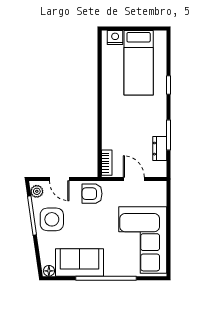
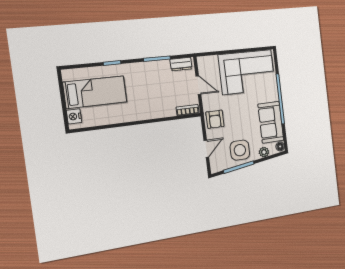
dresser: (160, 149) -> (181, 64), moved
door: (134, 179) -> (198, 85), swing flipped
plant: (37, 191) -> (264, 152), moved

